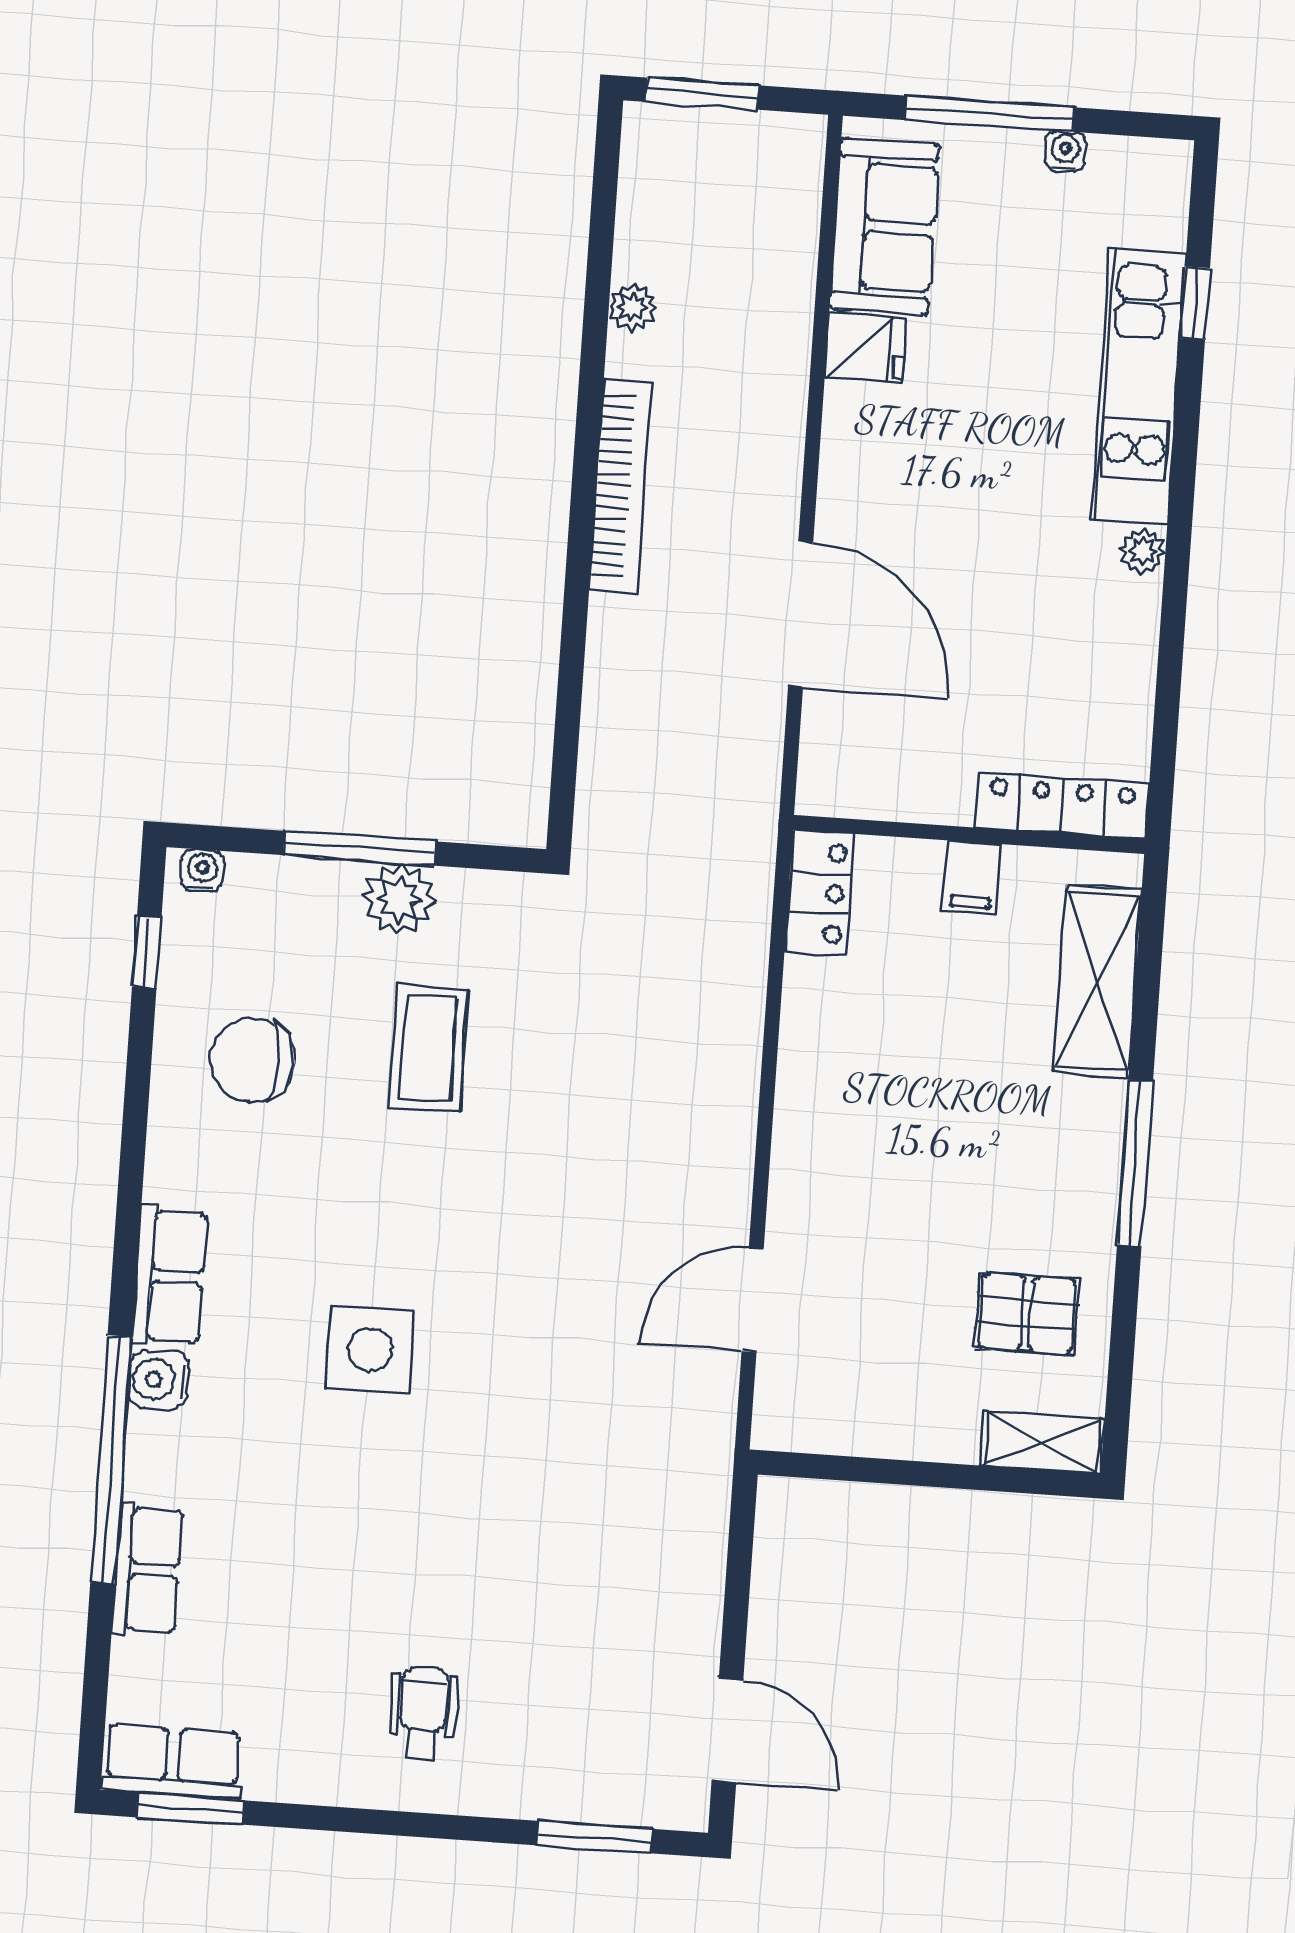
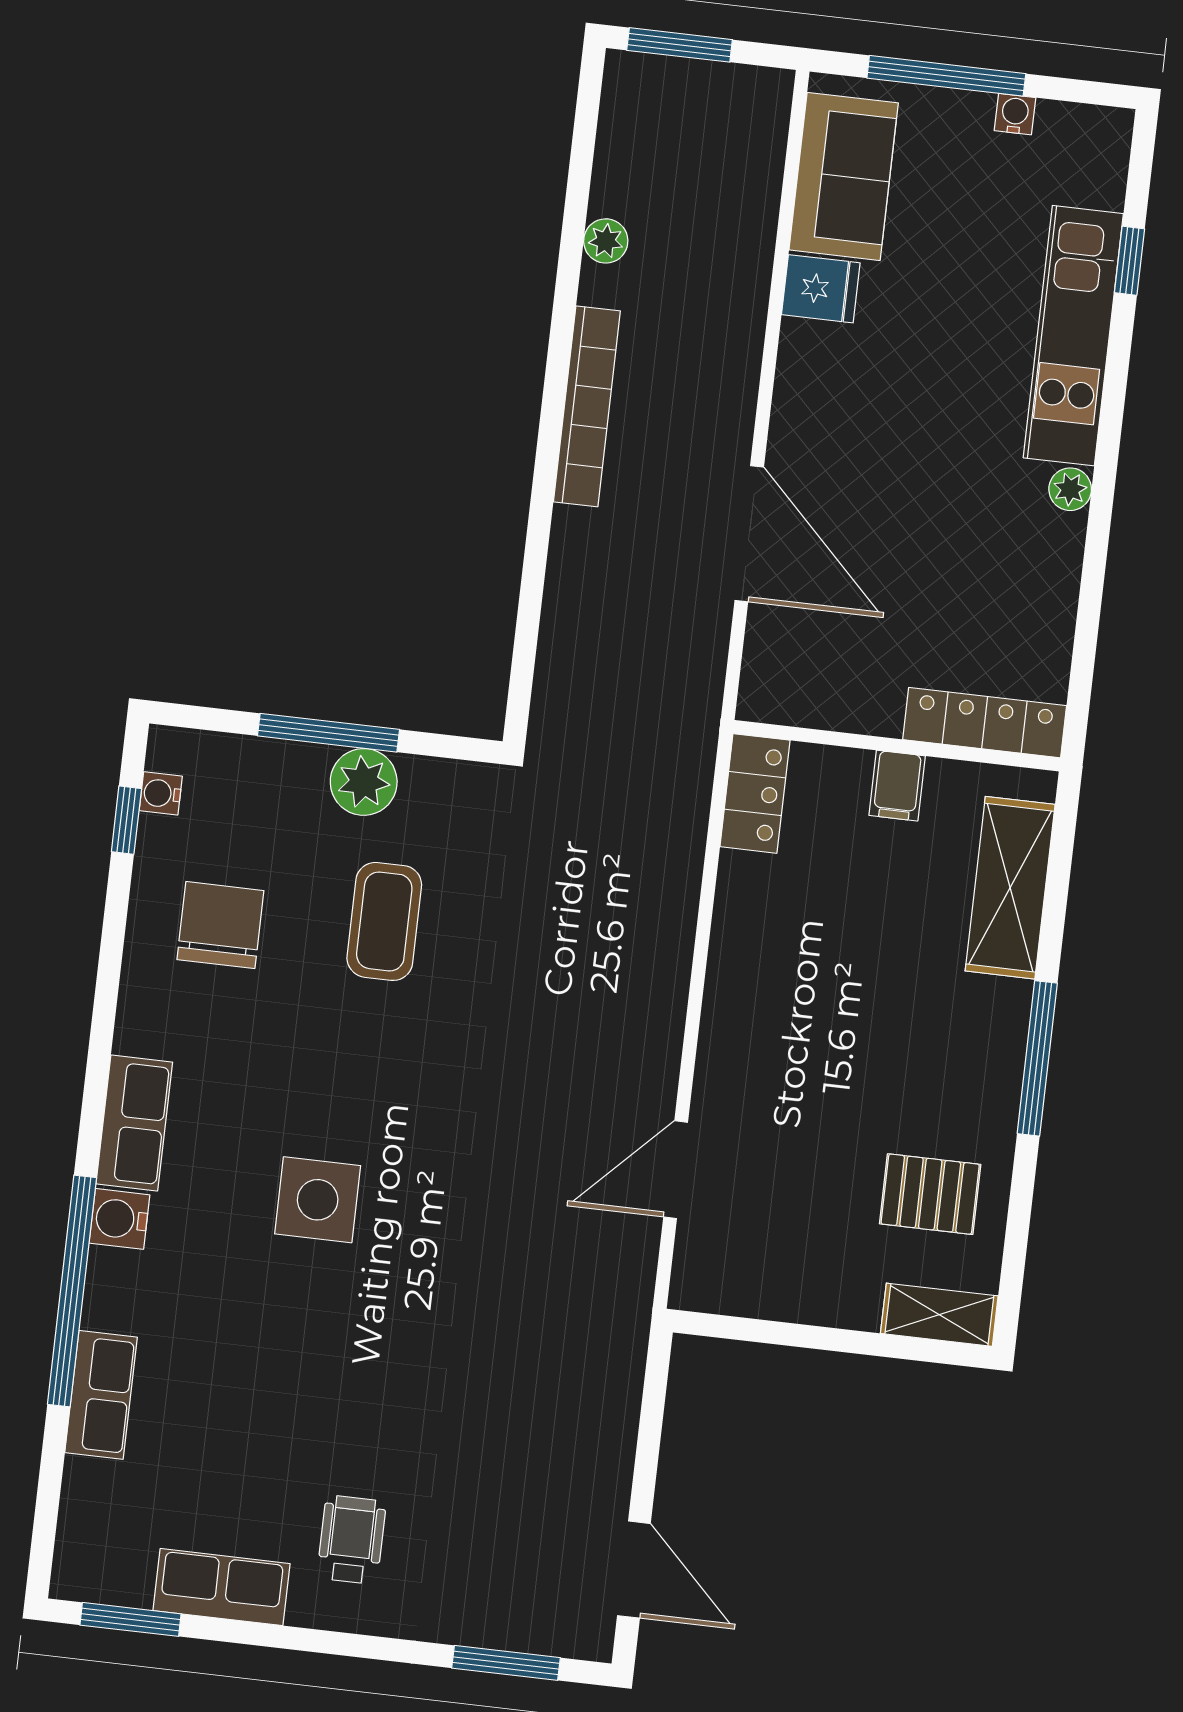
water cooler: (202, 871) -> (161, 793), moved, turned -90
chair: (253, 1060) -> (220, 925), turned 90
row of seats: (173, 1762) -> (222, 1587), moved

